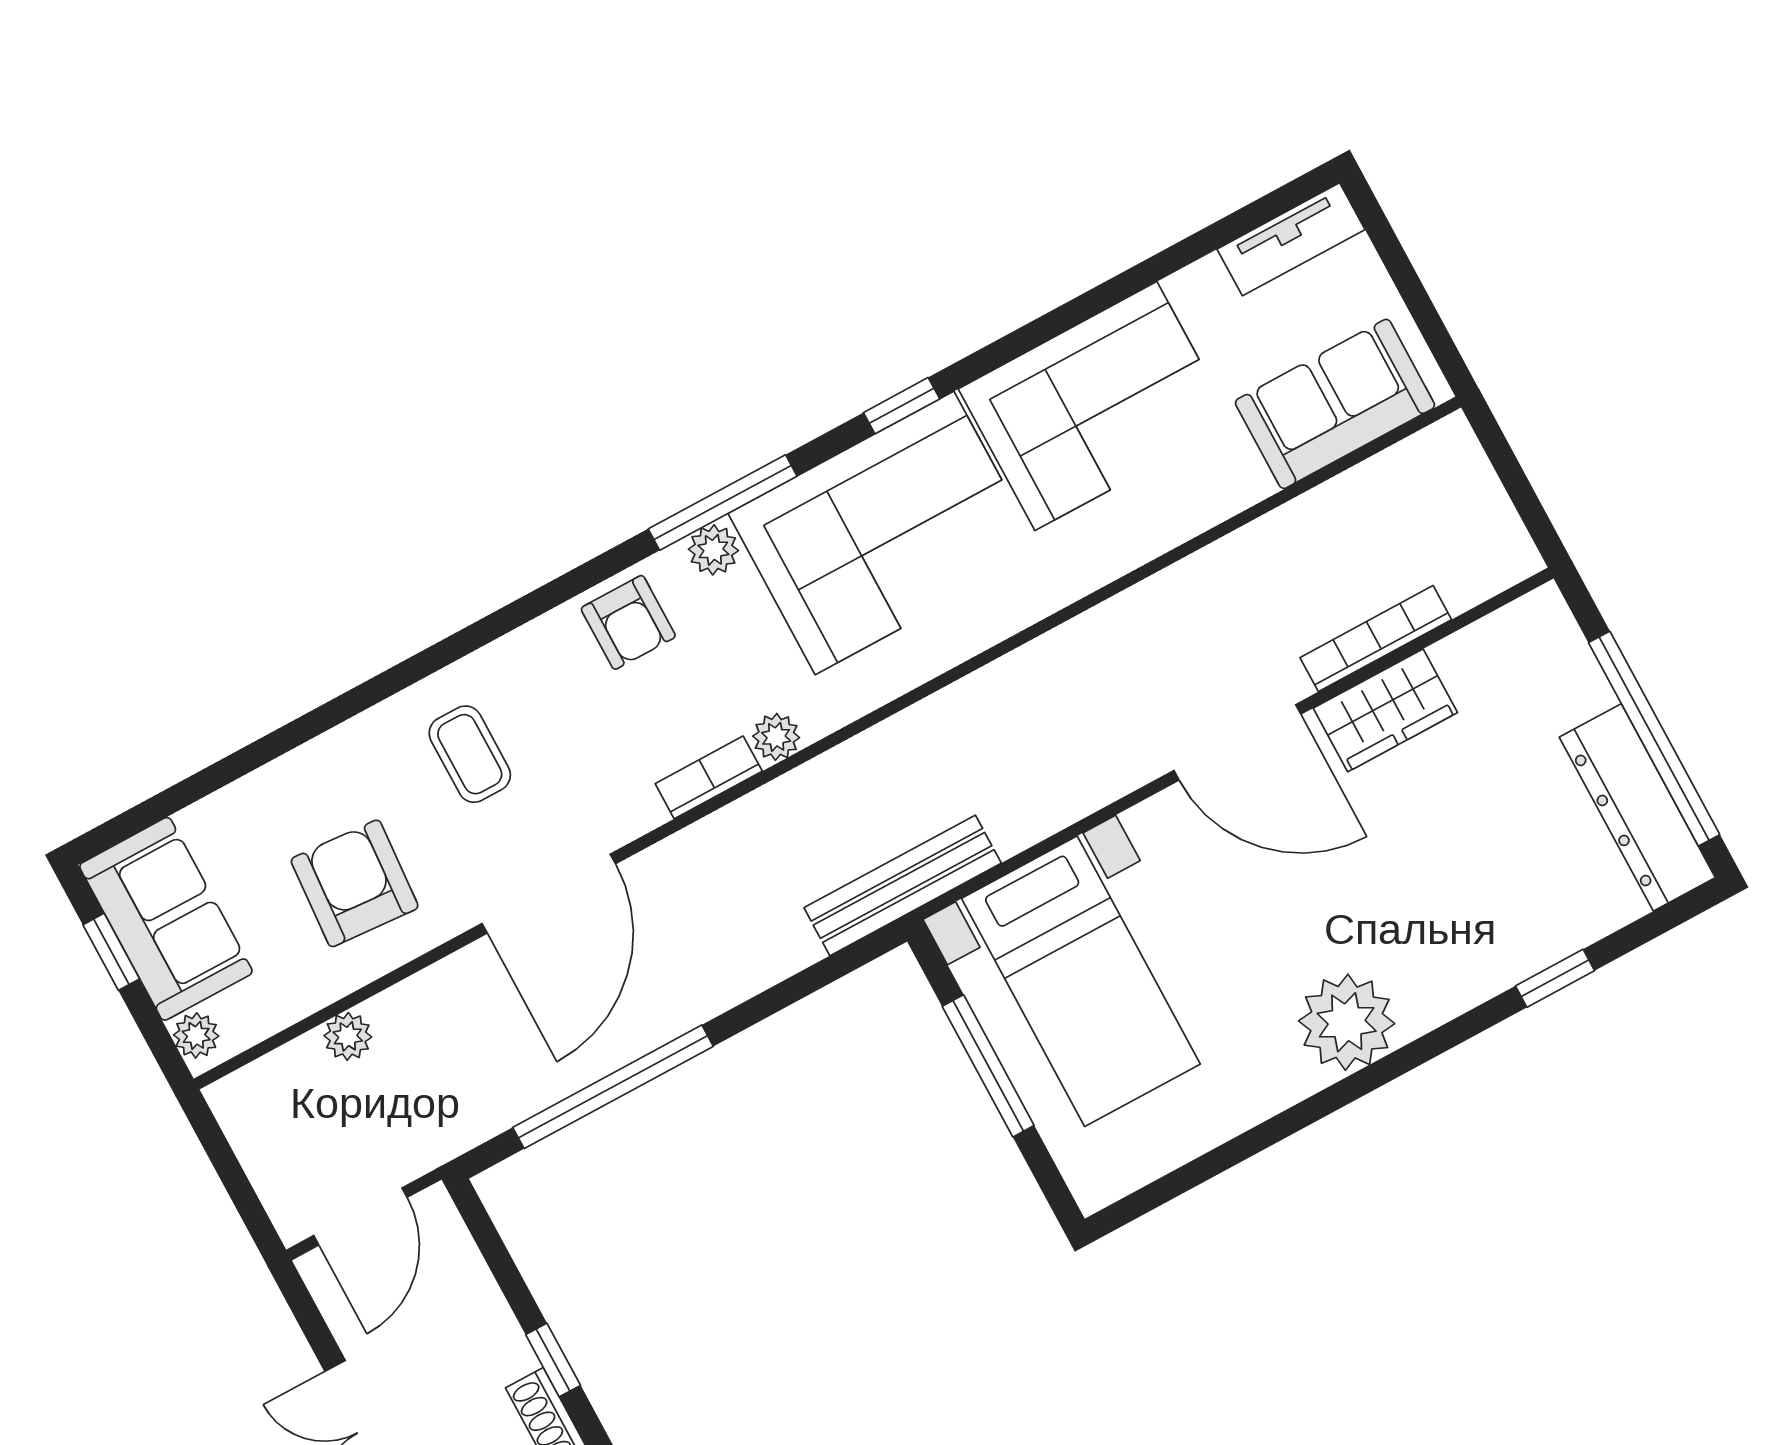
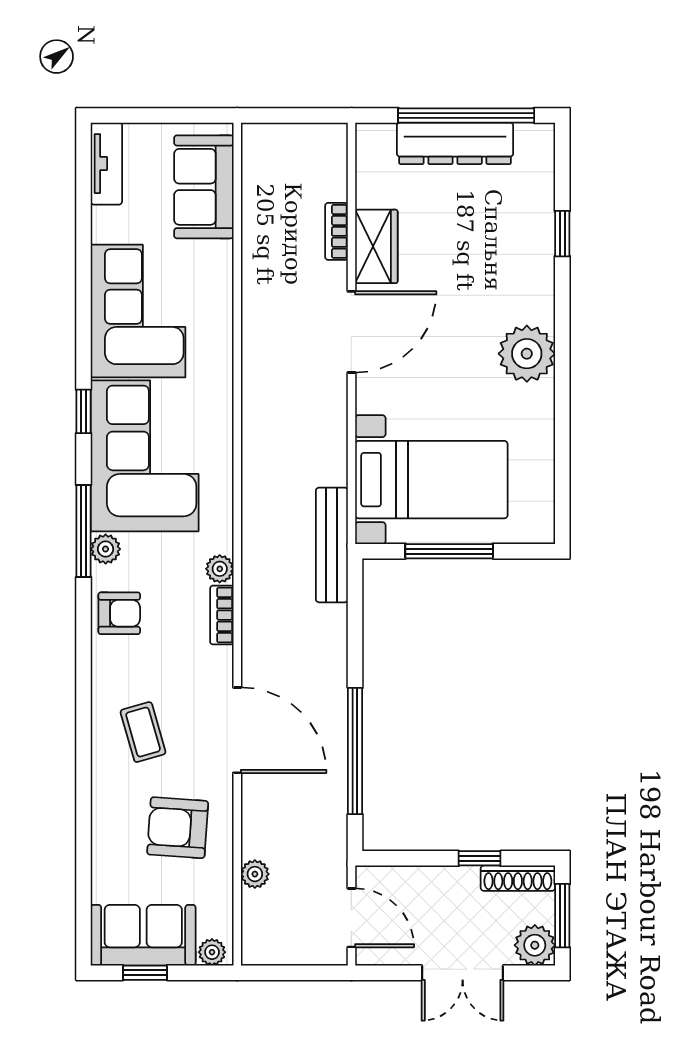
bookcase: (1376, 639) -> (337, 231), width x0.64
coffee table: (470, 754) -> (143, 732), turned 74
dresser: (1637, 807) -> (455, 143), moved

